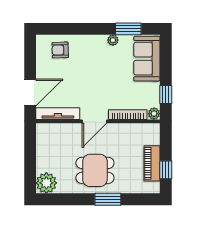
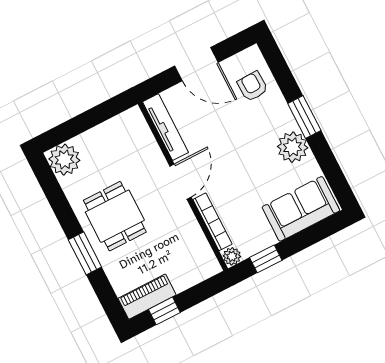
window: (128, 29) -> (304, 117), moved
plant: (113, 40) -> (293, 147), width x1.88, depth x1.88
door: (30, 93) -> (196, 64), moved
door: (94, 121) -> (180, 182), swing flipped
piano: (152, 163) -> (147, 297), moved

